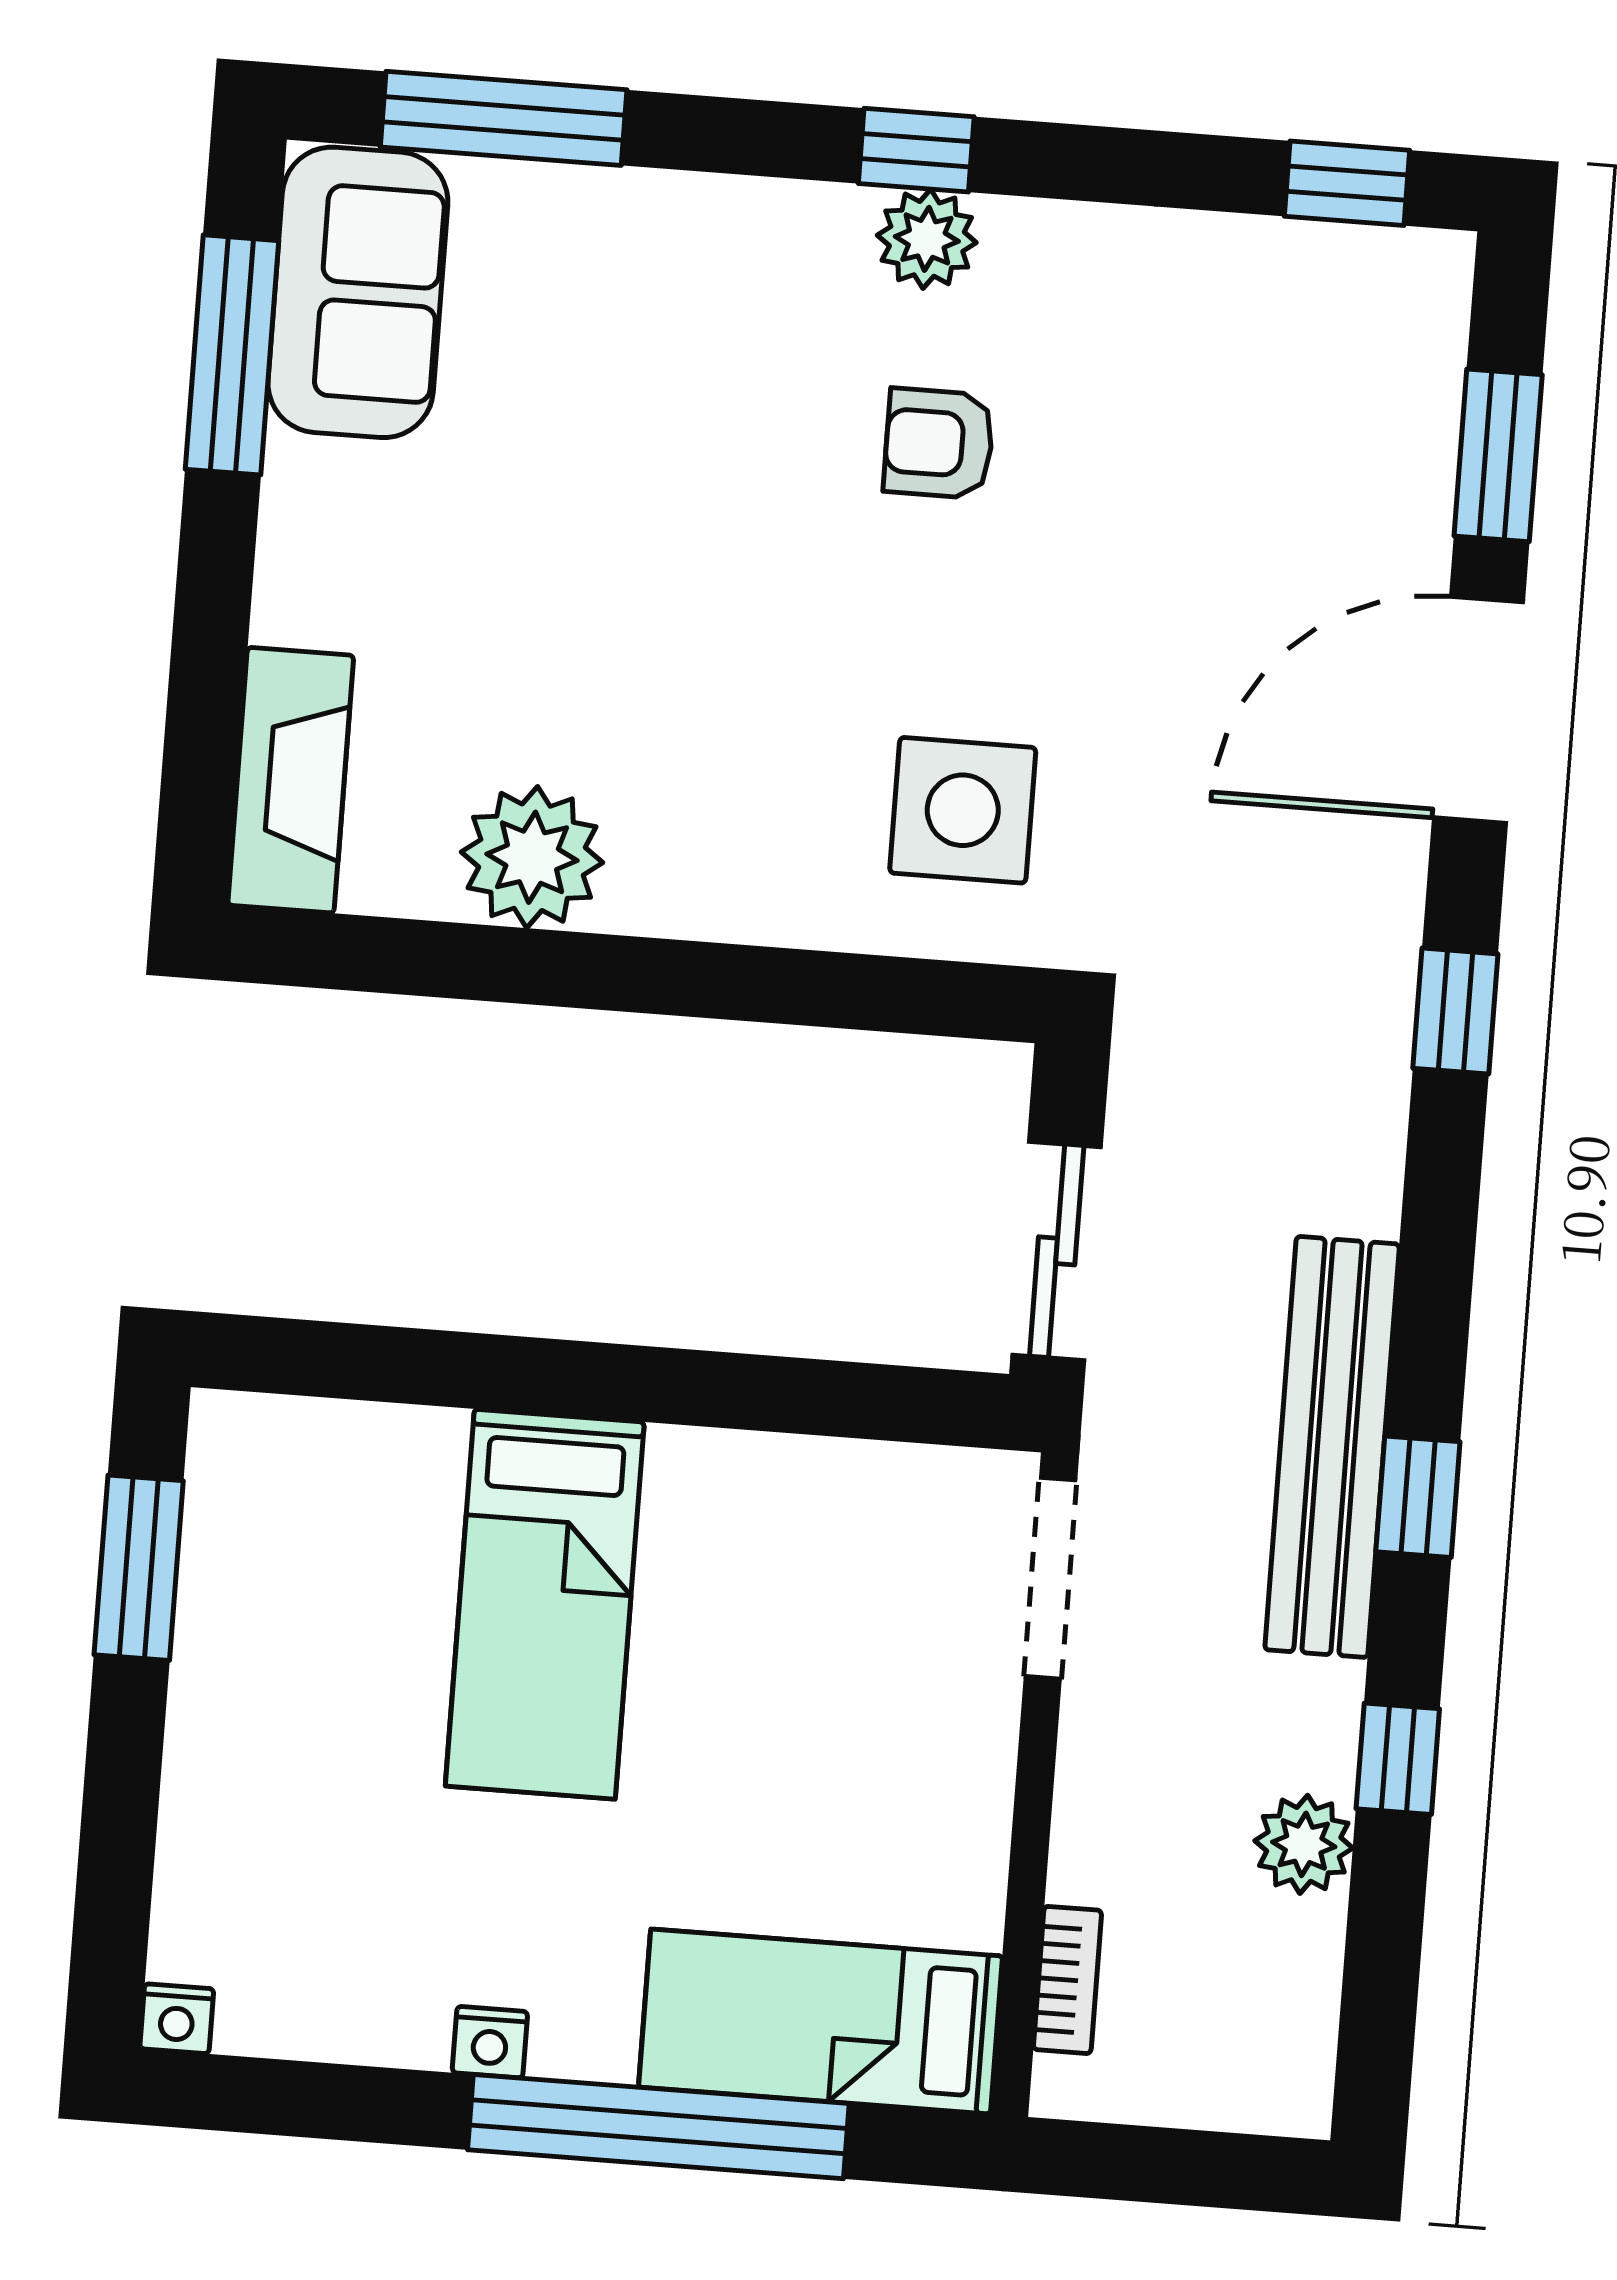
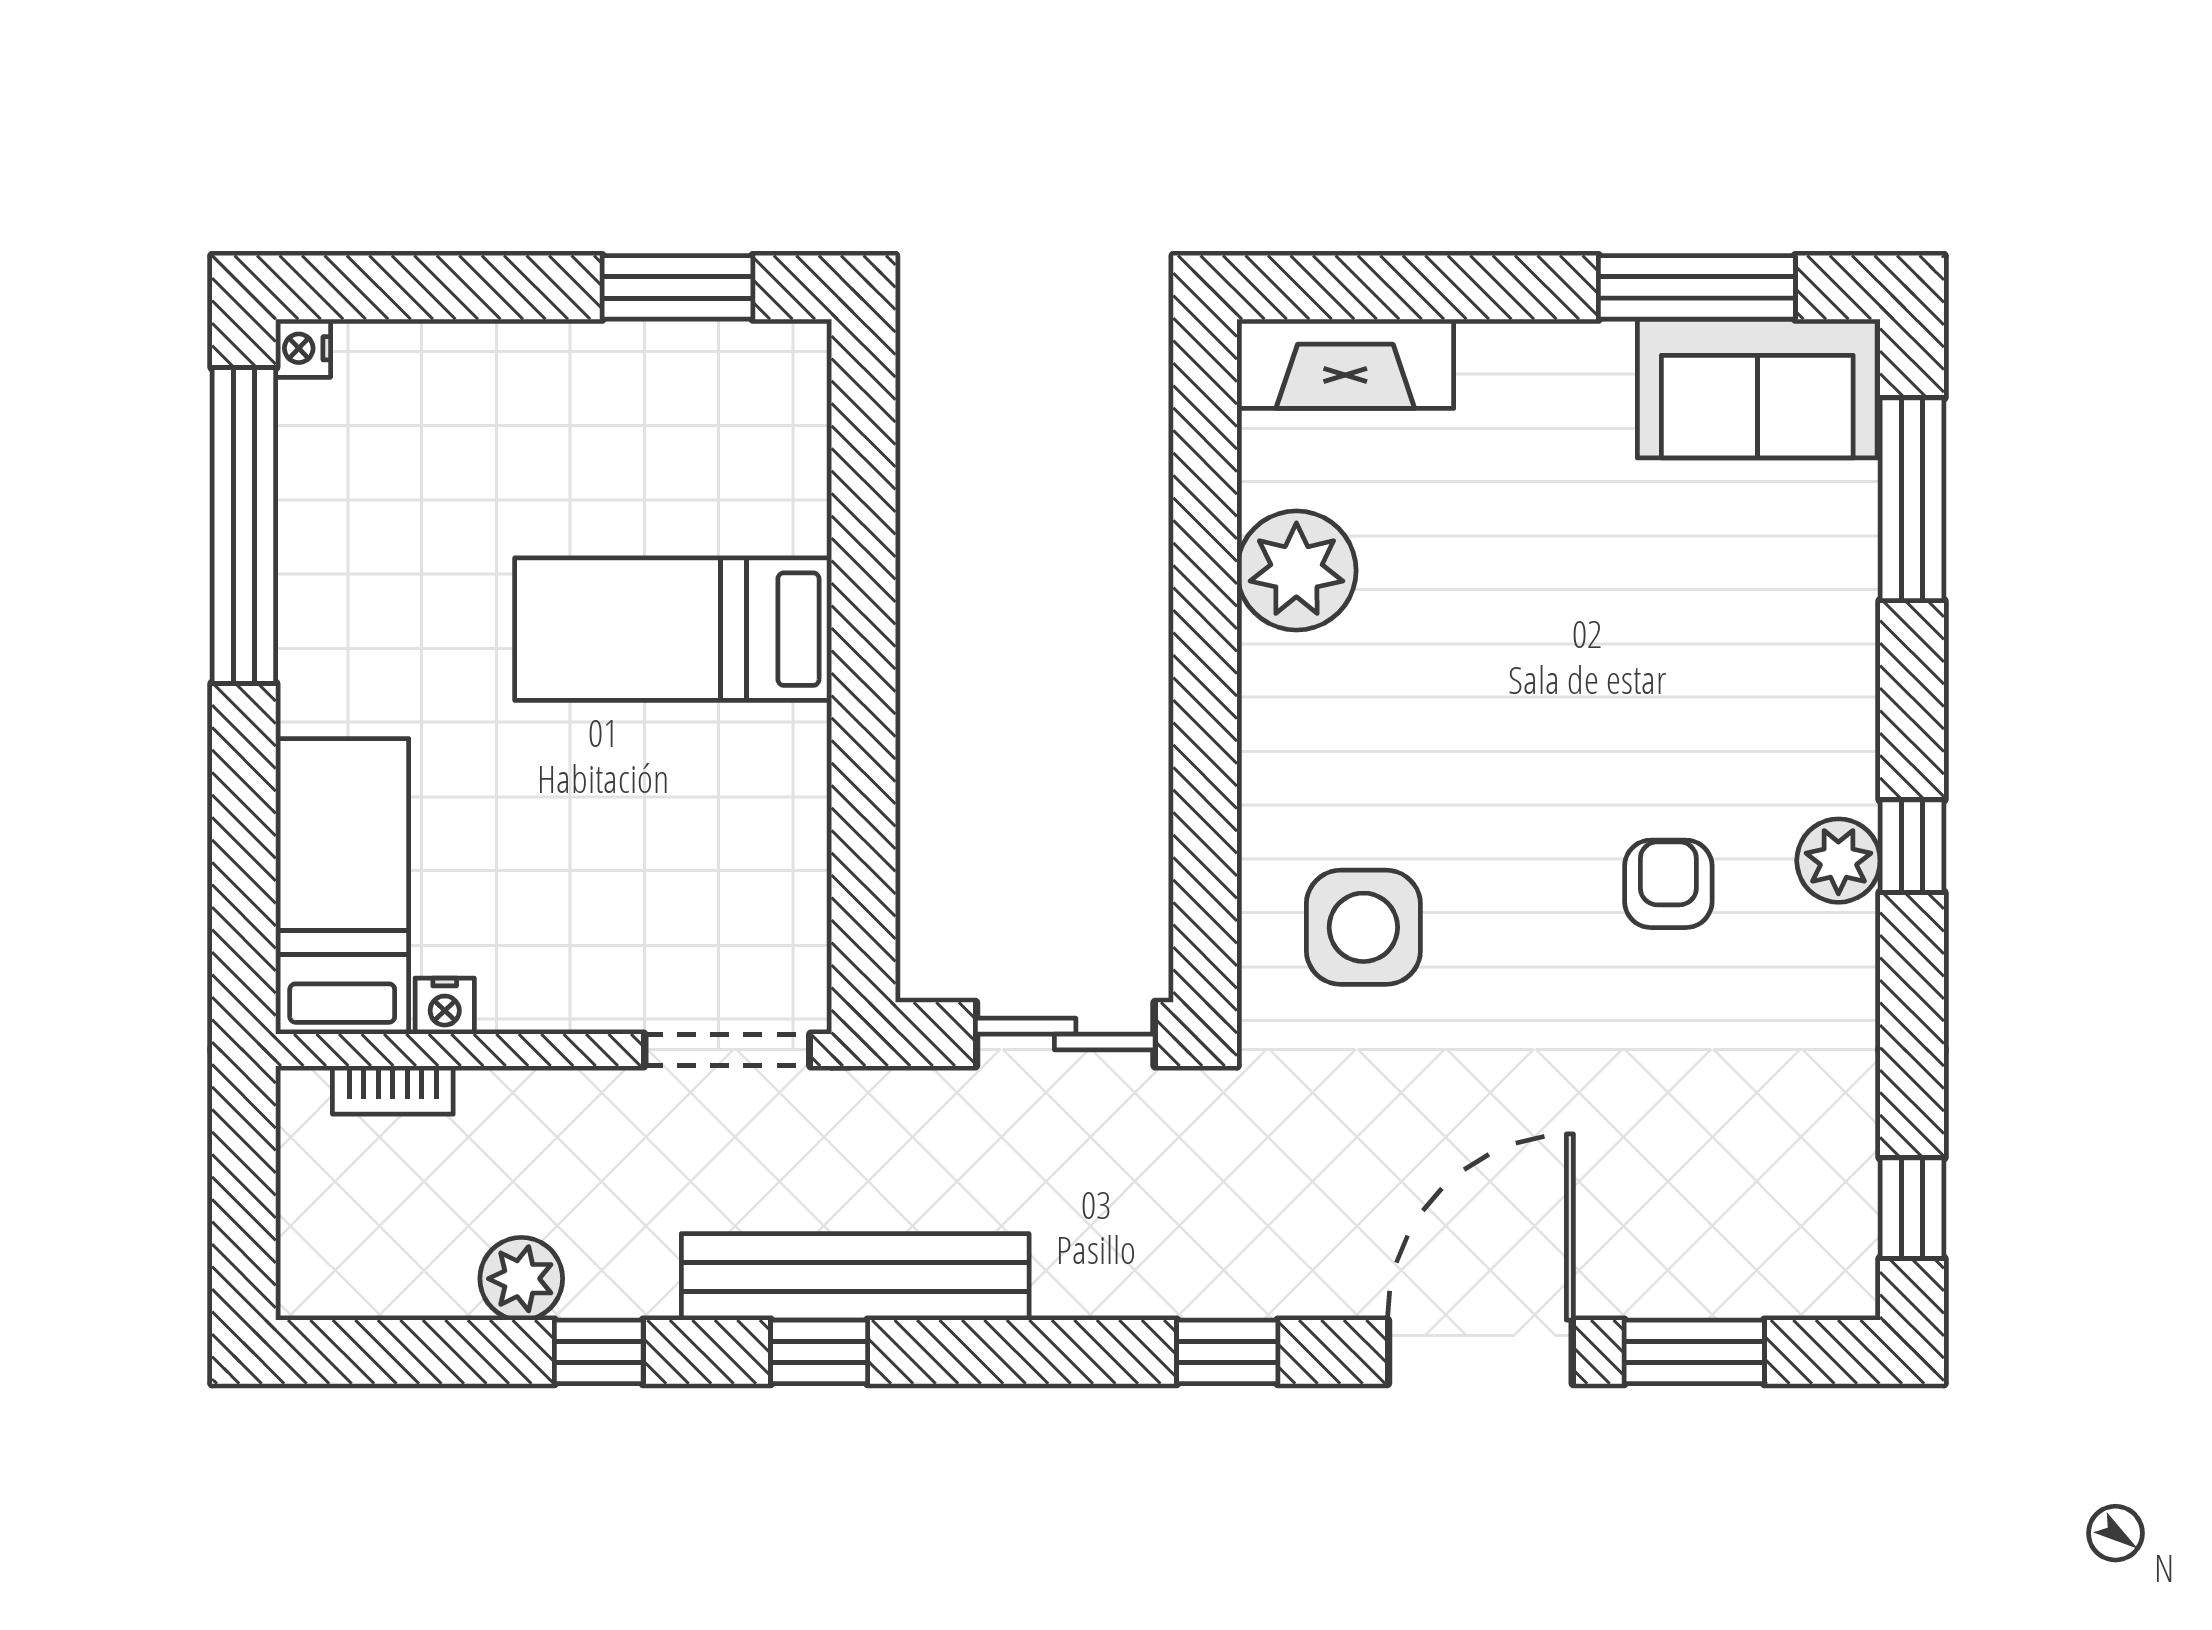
door: (1479, 710) -> (1480, 1352), hinge flipped
sliding door: (1057, 1251) -> (1065, 1034), moved
nightstand: (490, 2042) -> (445, 1006), moved, turned -90
window: (658, 2127) -> (244, 525), moved

